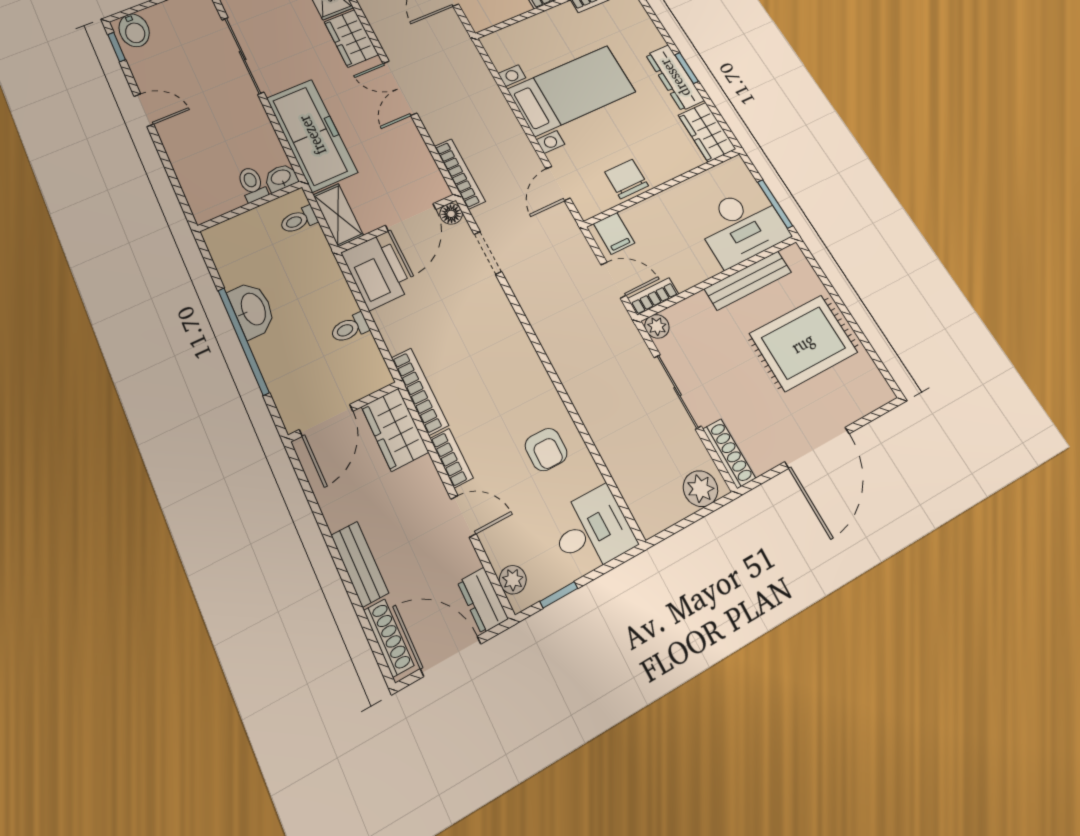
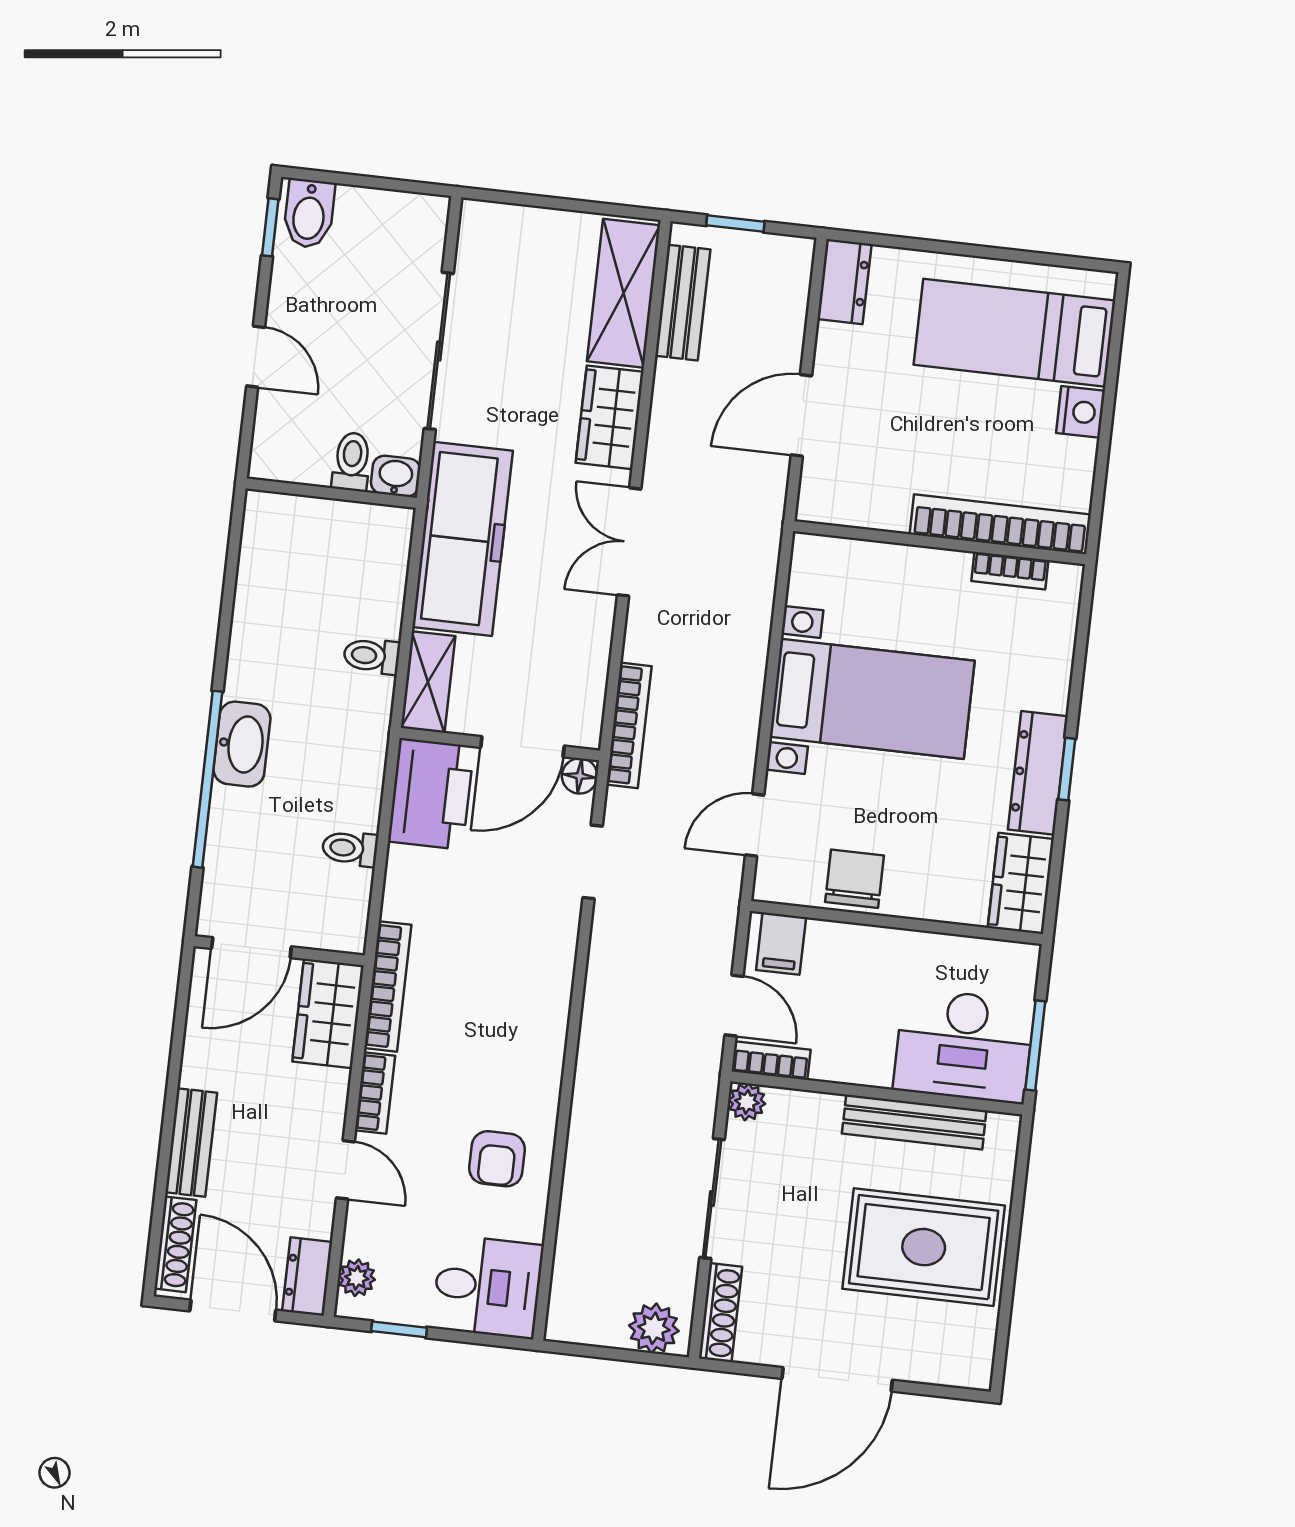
washbasin: (281, 178) -> (396, 476), moved
toilet: (252, 184) -> (352, 462), moved
wall: (250, 206) -> (331, 493), moved

